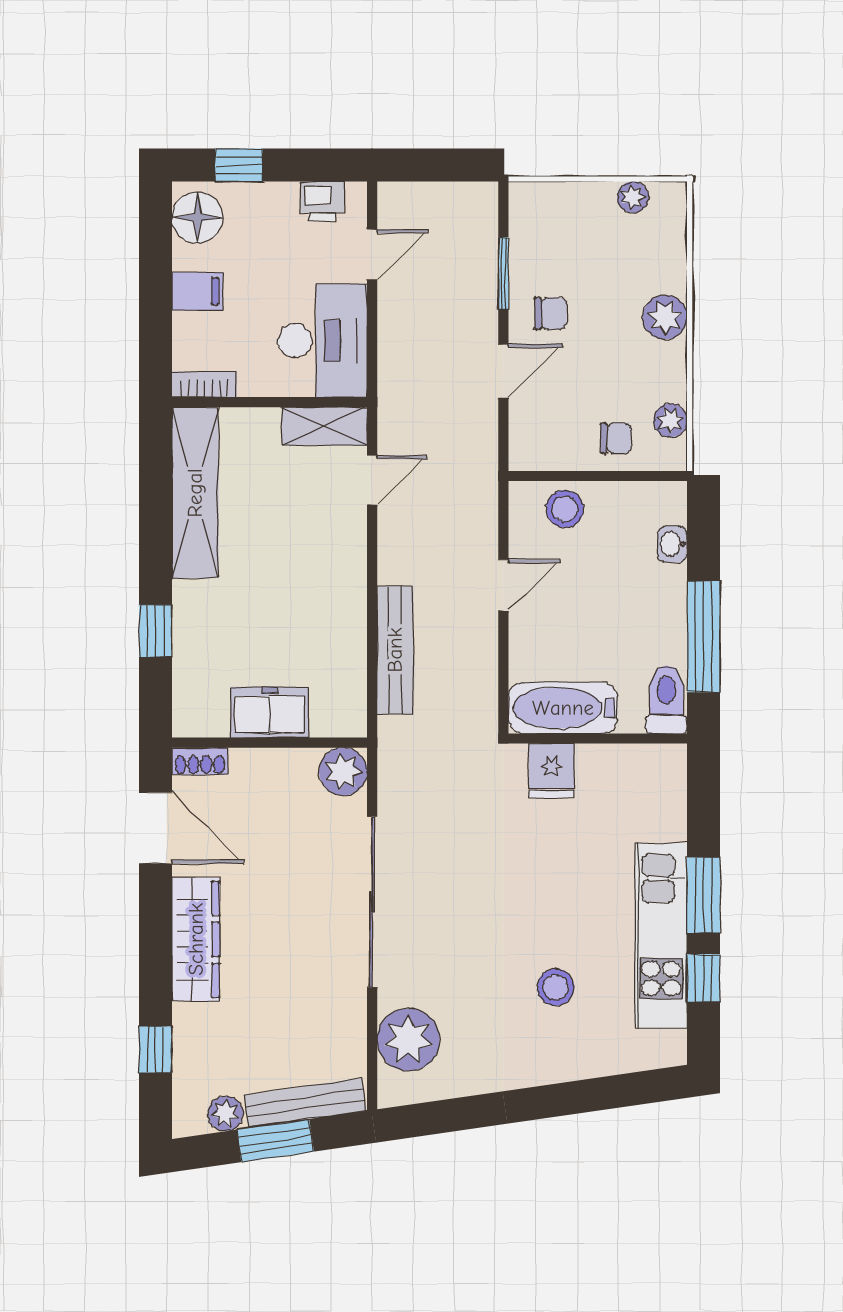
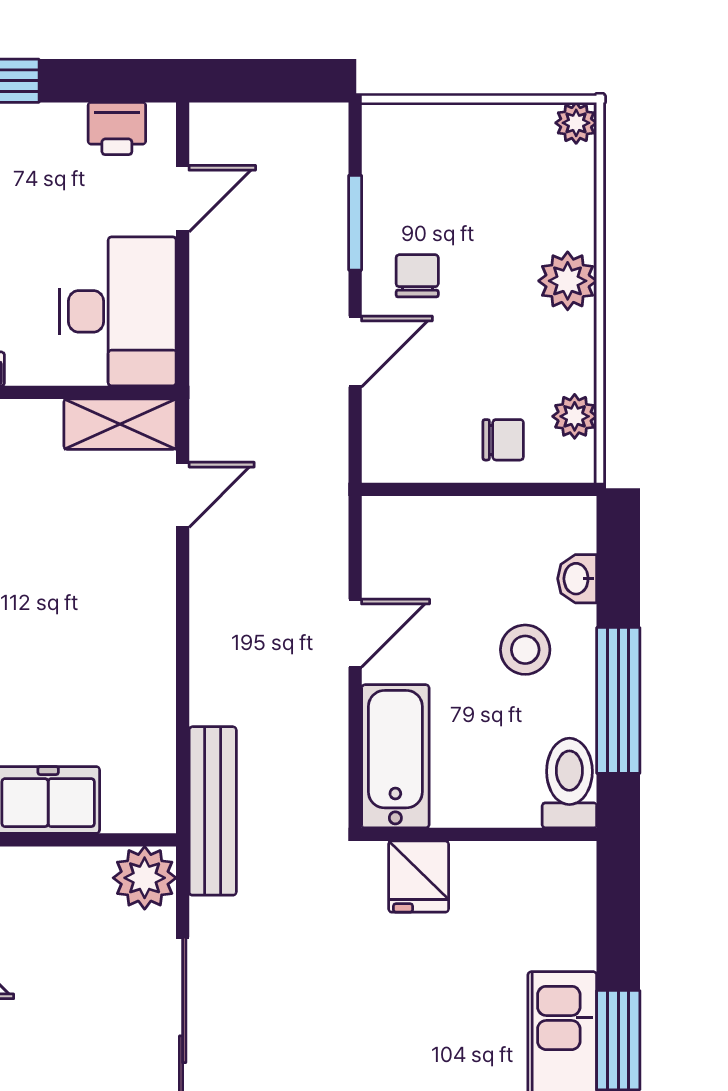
plant: (633, 197) -> (576, 123), moved
chair: (551, 313) -> (417, 276), turned -90
stool: (565, 509) -> (525, 650), moved
bench: (395, 650) -> (213, 811), moved
bathtub: (563, 708) -> (395, 756), moved, turned 90

